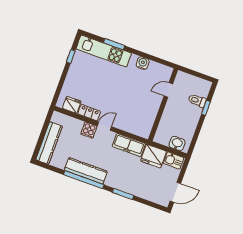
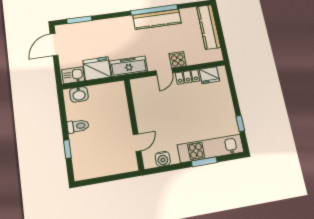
door: (168, 90) -> (137, 143), moved
toilet: (197, 101) -> (78, 126), moved
wall: (163, 105) -> (134, 124), moved
window: (123, 194) -> (79, 20), moved

